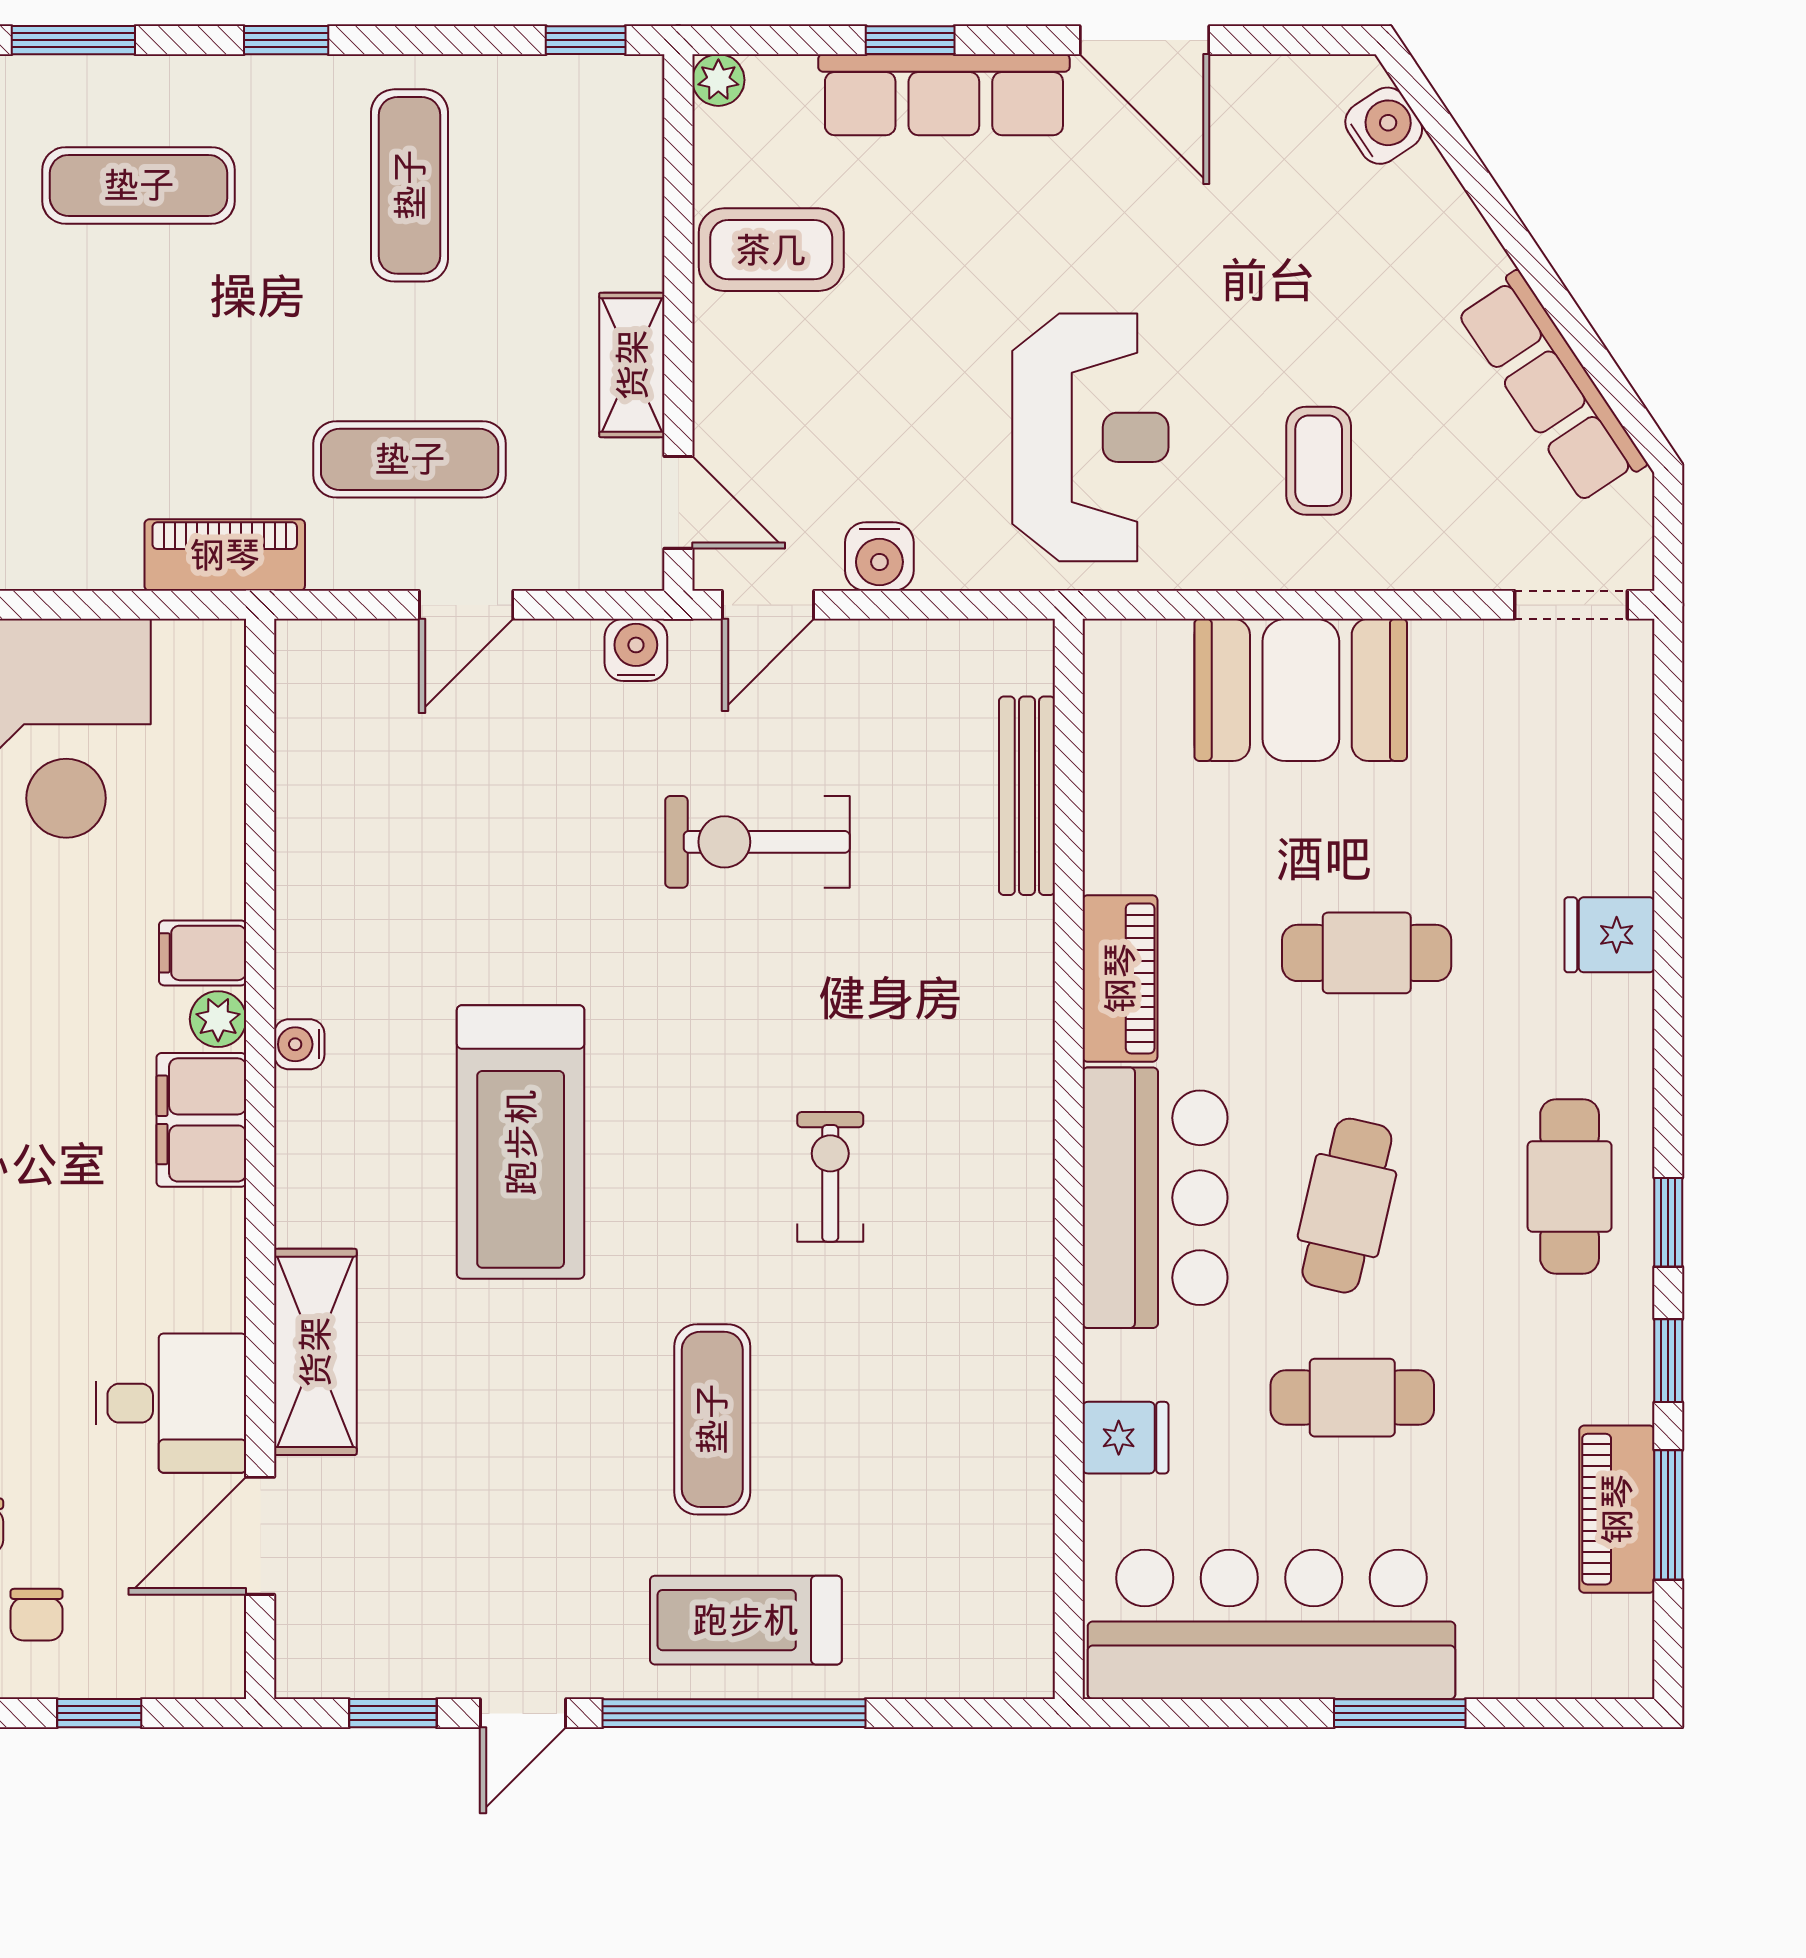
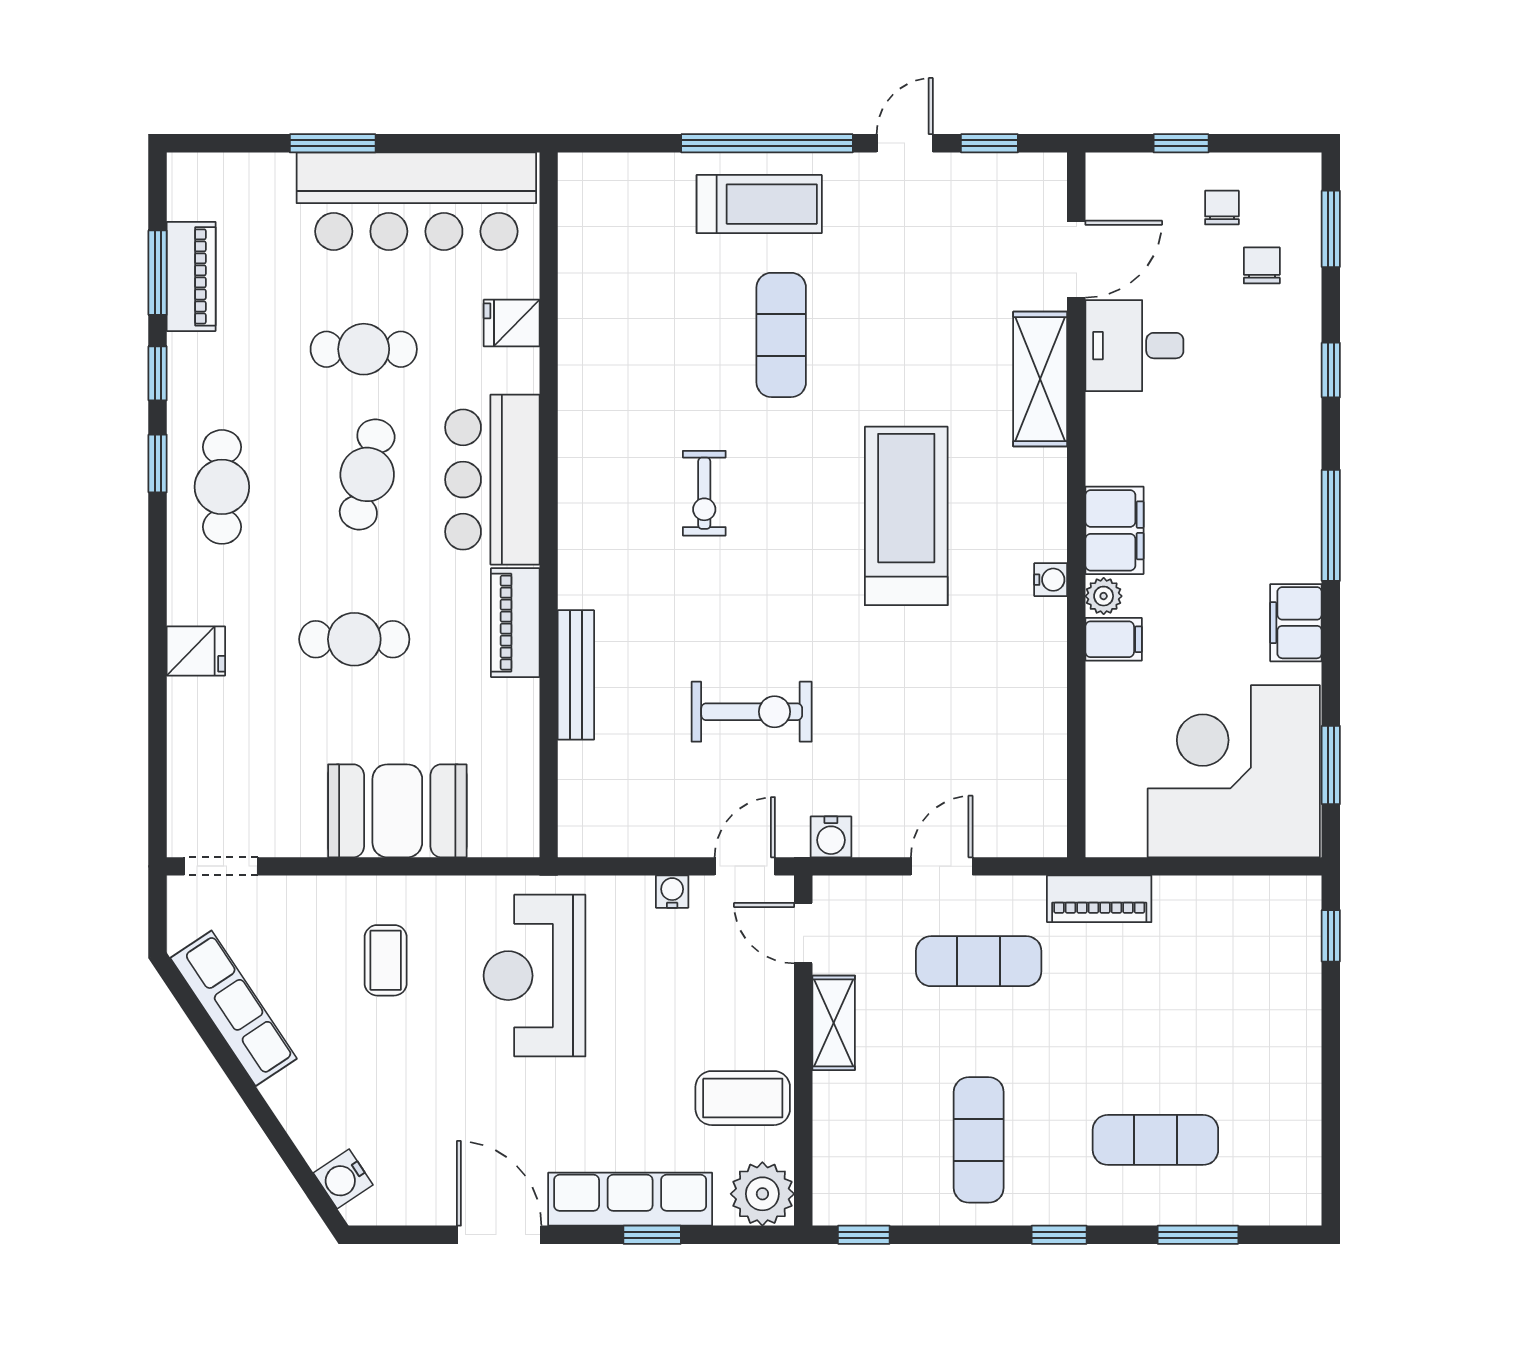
plant: (718, 80) -> (762, 1194), width x1.87, depth x1.87
water cooler: (879, 557) -> (672, 892), width x0.72, depth x0.72
bench: (1027, 796) -> (576, 675), moved

